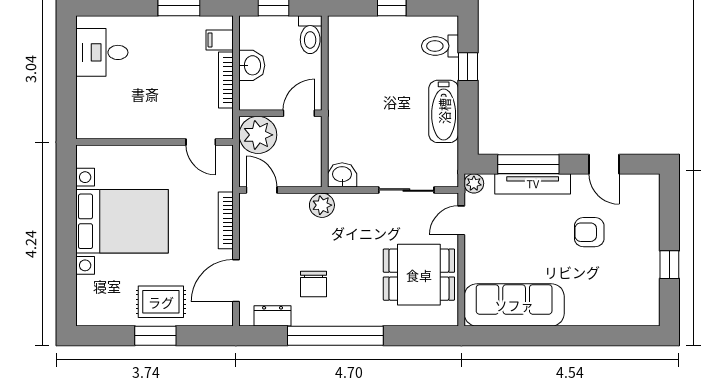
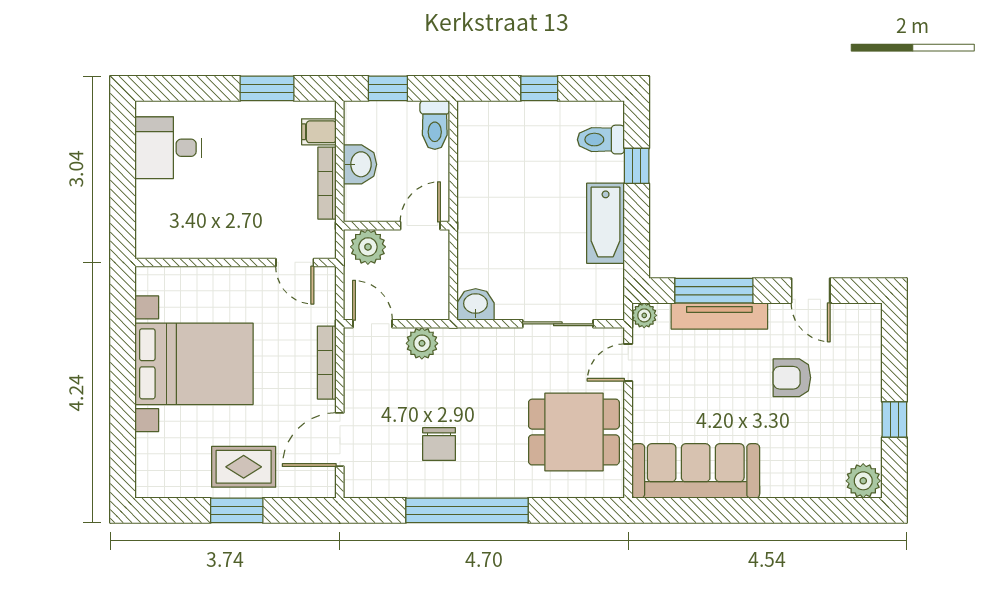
plant: (258, 135) -> (368, 247), width x0.73, depth x0.73
plant: (322, 205) -> (422, 343), moved
plant: (645, 313) -> (863, 481), added
dresser: (273, 316) -> (387, 485), removed

